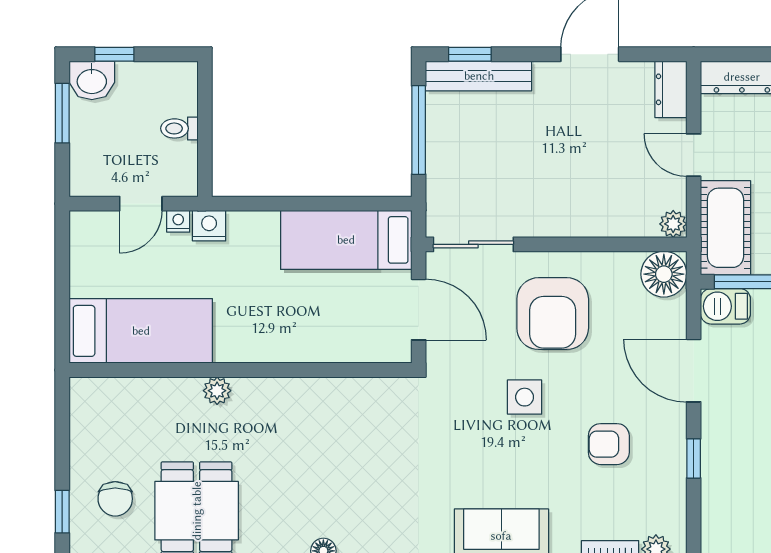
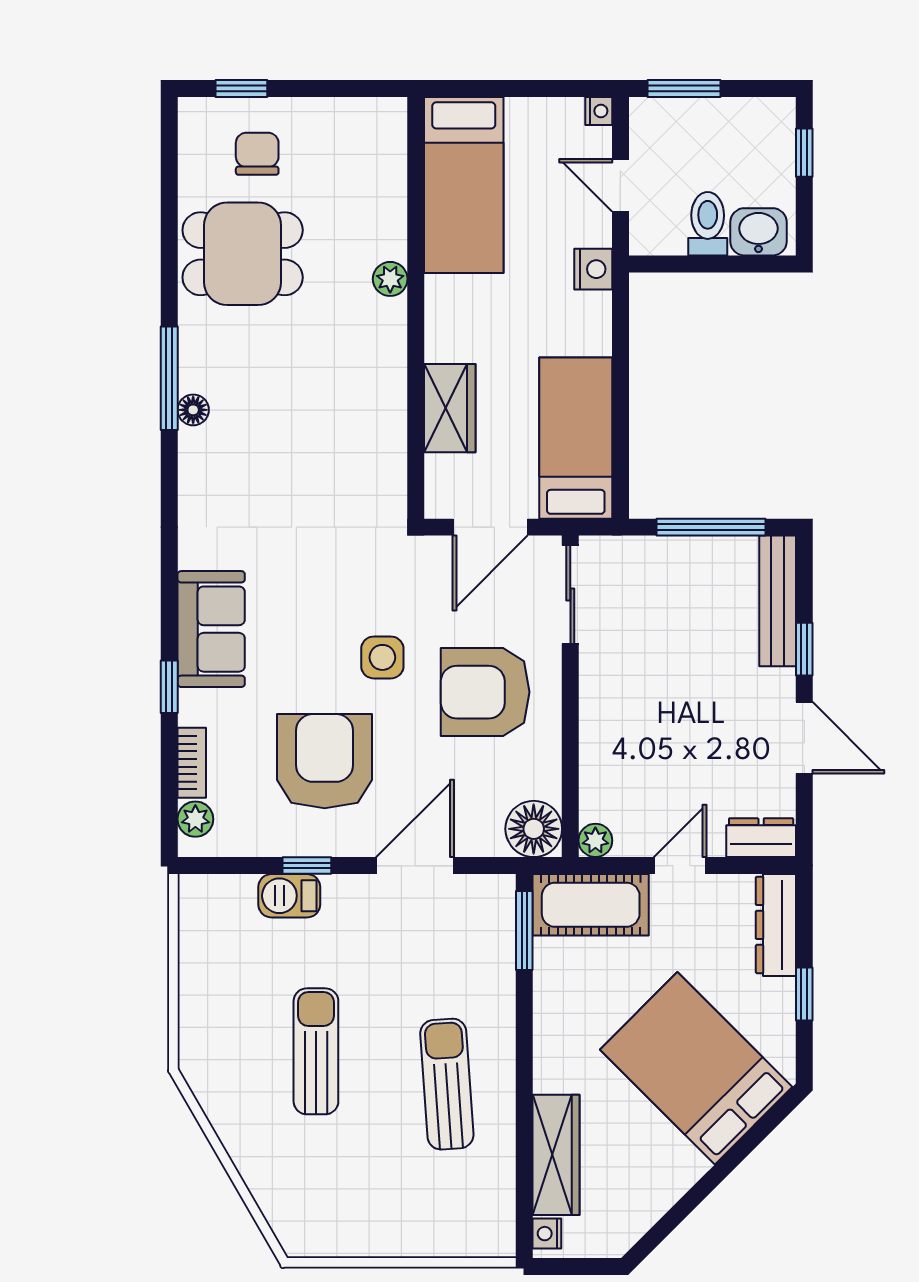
window: (470, 54) -> (804, 649), moved
washbasin: (92, 80) -> (758, 232), moved, turned 90
window: (62, 113) -> (684, 88), moved
toilet: (179, 128) -> (708, 224), width x1.37, depth x1.39
nightstand: (178, 221) -> (599, 111), moved
barbecue: (725, 306) -> (289, 896), moved, turned -90
wardrobe: (322, 342) -> (450, 408), added
armchair: (609, 444) -> (325, 761), width x1.88, depth x1.88
chair: (115, 499) -> (257, 154), turned 90

